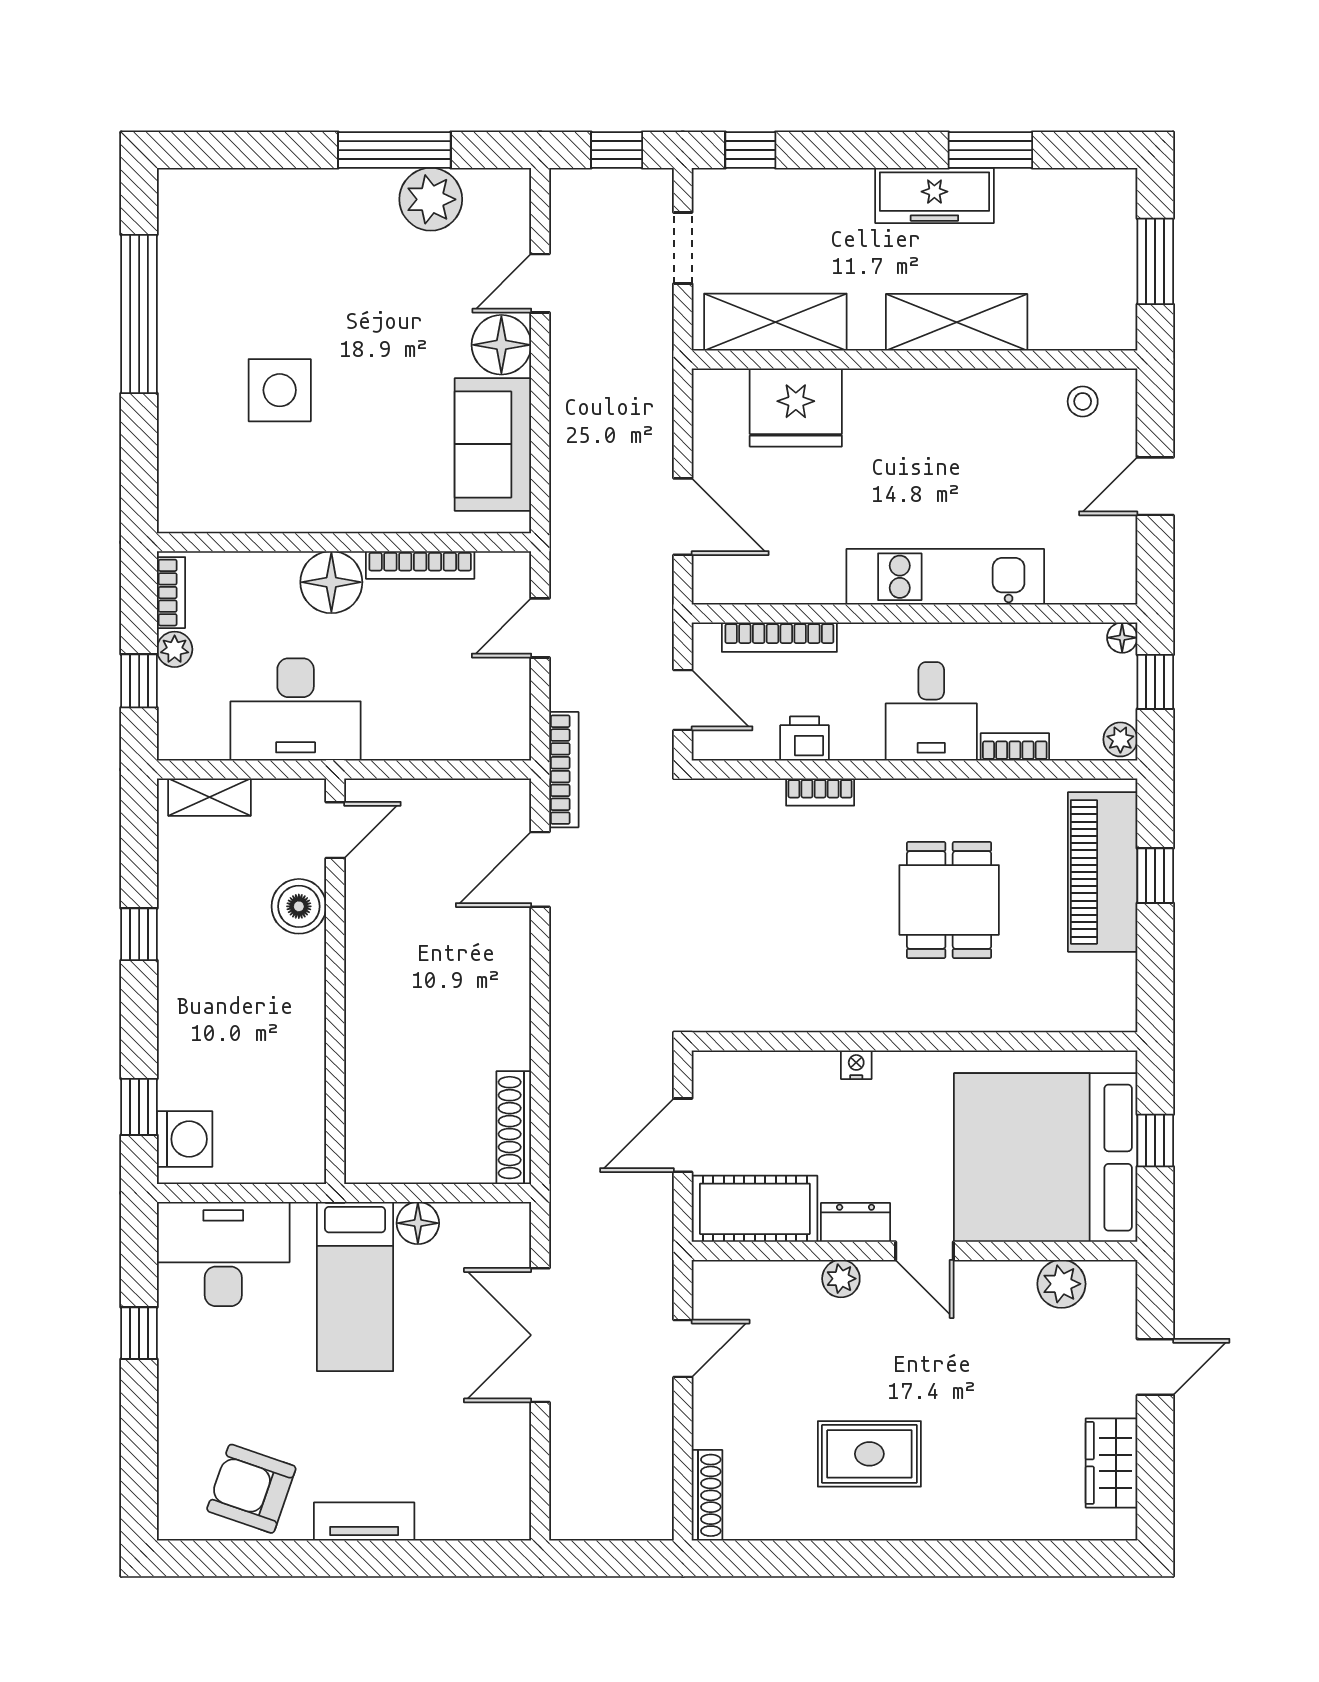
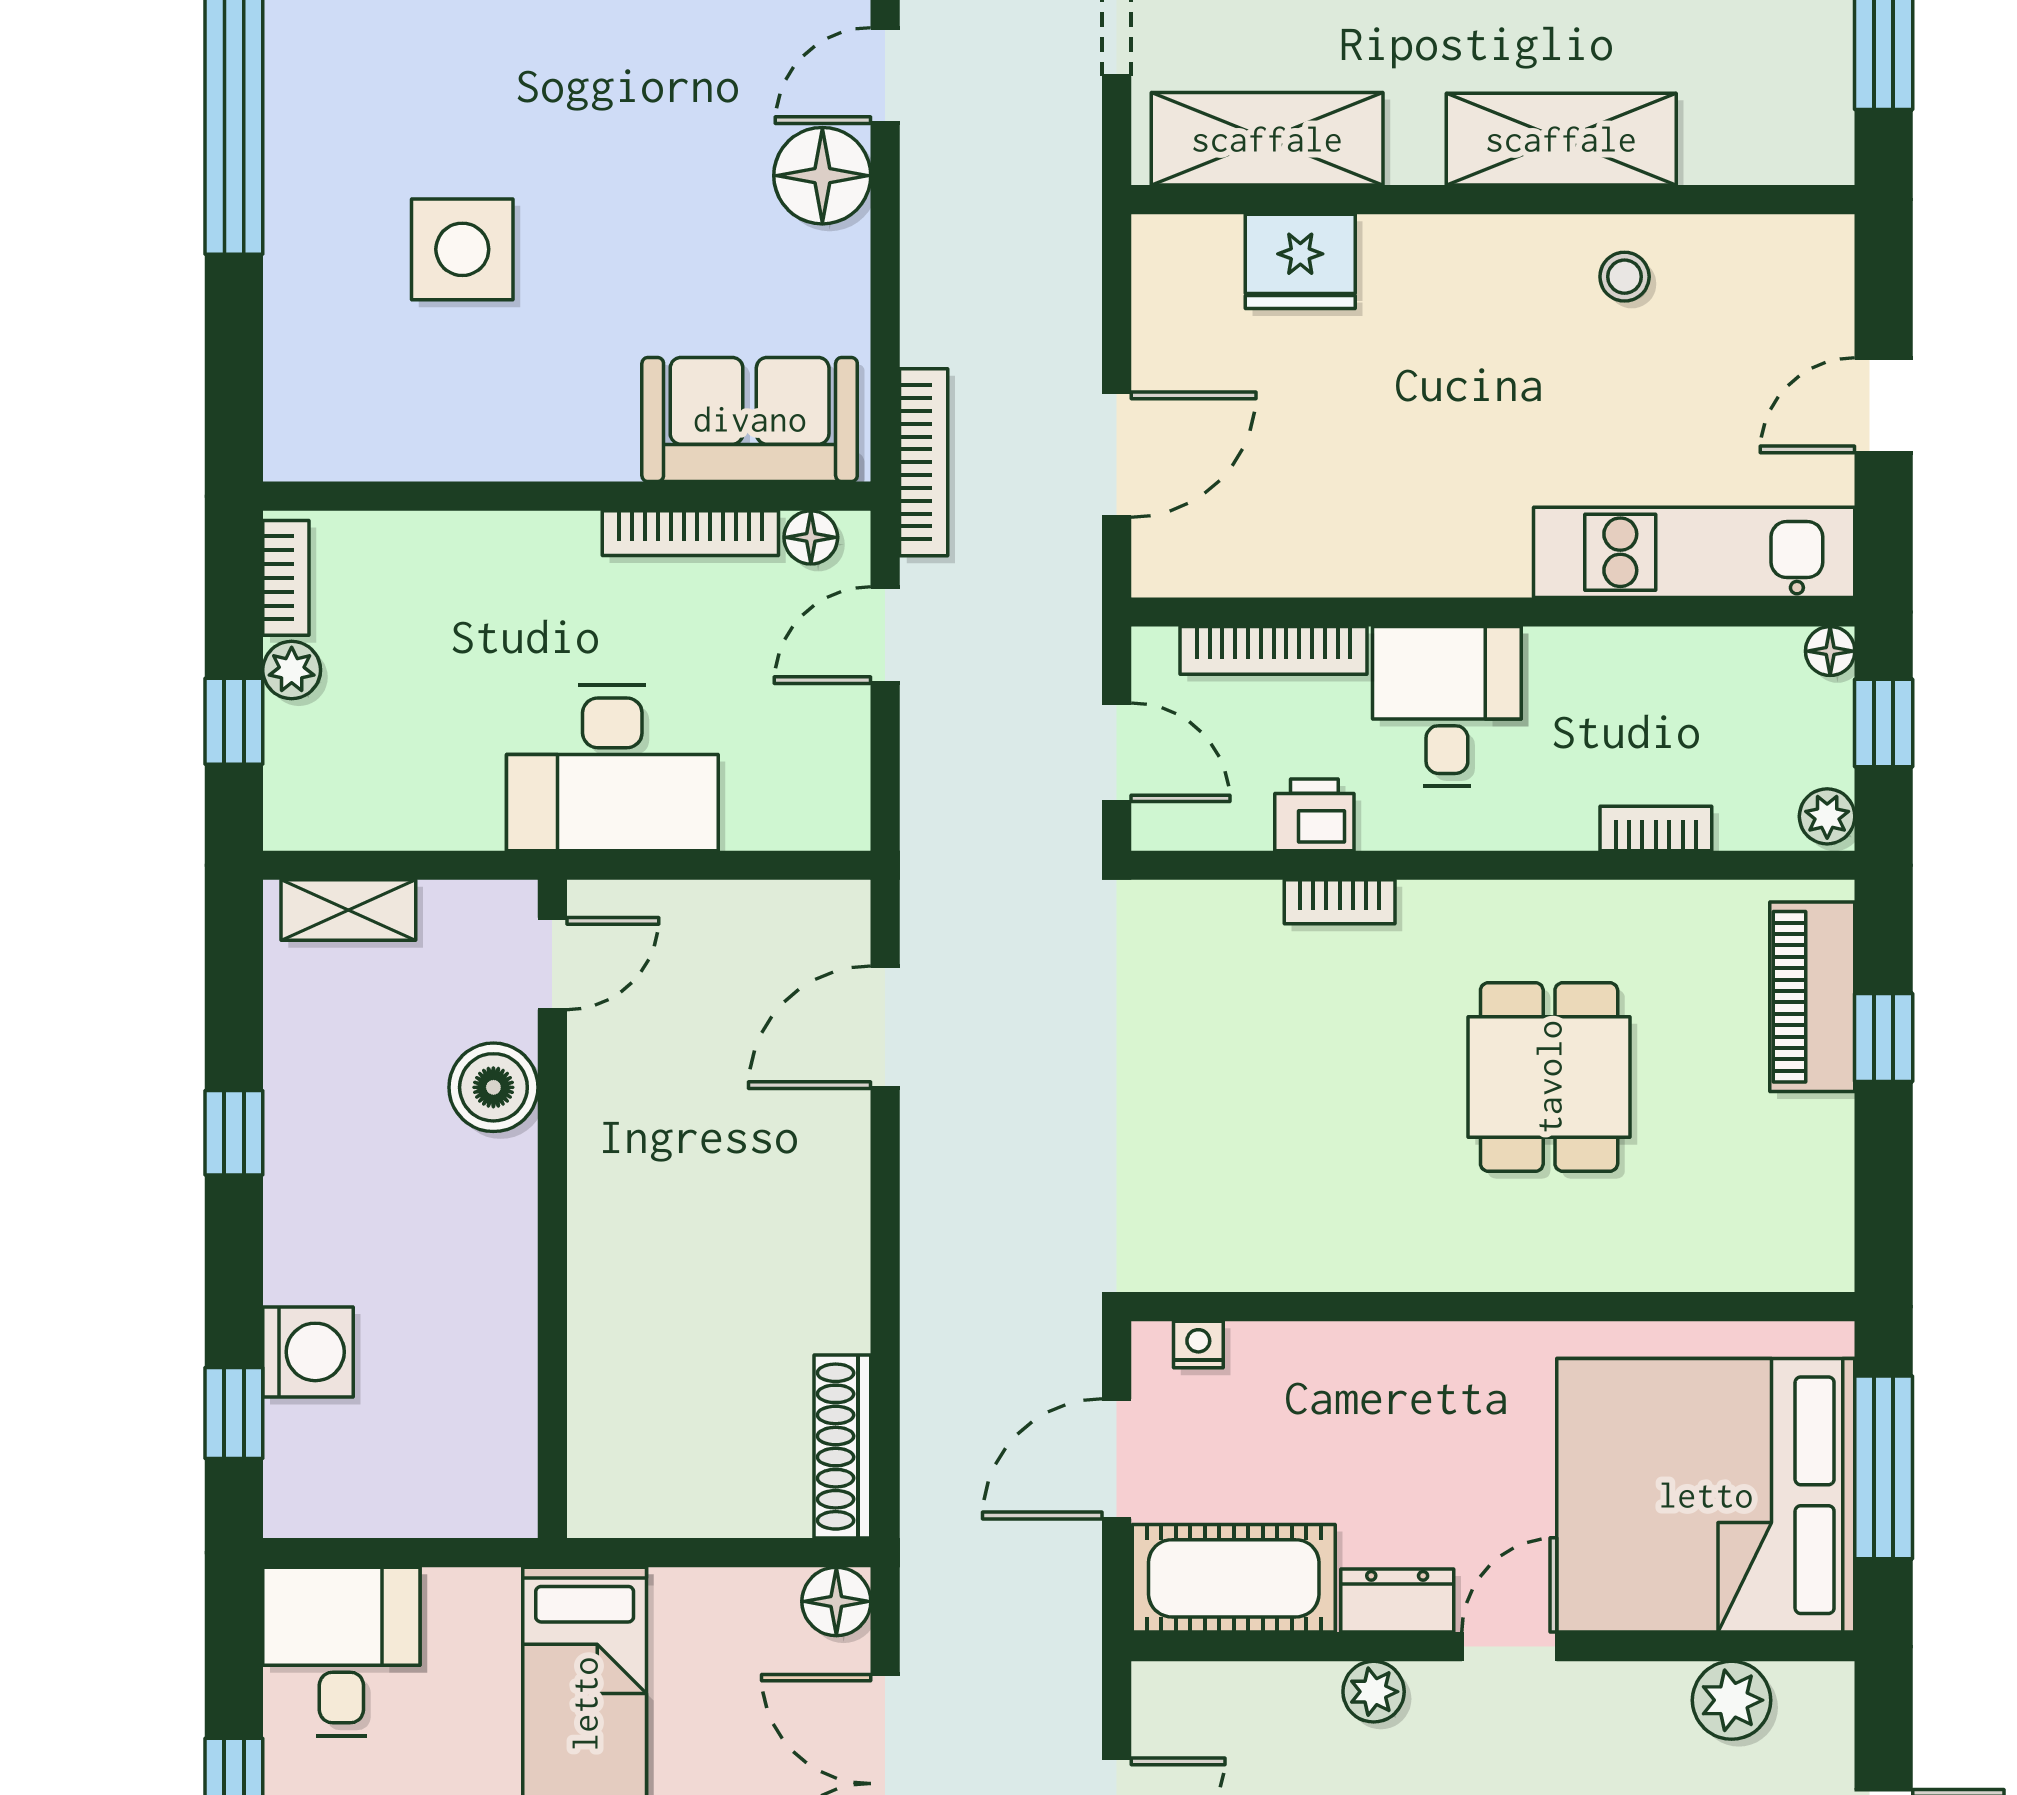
stool: (1083, 401) -> (1625, 277), moved
fridge: (796, 407) -> (1300, 261), width x0.73, depth x0.75
sofa: (493, 444) -> (750, 419), moved, turned 90
door: (683, 517) -> (1117, 455), hinge flipped
kitchen unit: (945, 577) -> (1694, 552), moved
floor lamp: (331, 582) -> (811, 537), moved, width x0.53, depth x0.53
desk: (296, 709) -> (612, 768), moved
desk: (931, 711) -> (1447, 706), moved, turned 180
bookcase: (564, 770) -> (924, 462), moved
piano: (1103, 872) -> (1812, 997), width x0.73, depth x0.75
nightstand: (856, 1065) -> (1198, 1345), moved
washing machine: (185, 1139) -> (308, 1352), moved
window: (1155, 1140) -> (1884, 1467), width x2.17
floor lamp: (418, 1223) -> (836, 1601), moved
door: (925, 1251) -> (1509, 1647), swing flipped
desk: (223, 1254) -> (341, 1652), width x0.73

